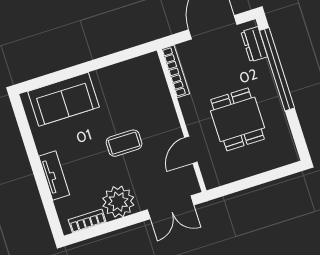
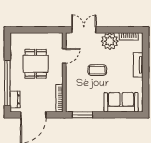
window: (125, 55) -> (82, 115), added

